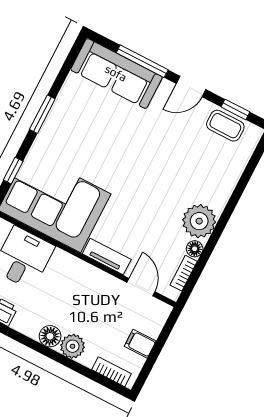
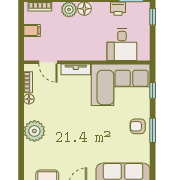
armchair: (61, 131) -> (138, 126), added
plant: (199, 221) -> (34, 131), moved

